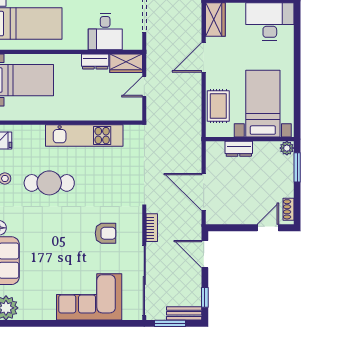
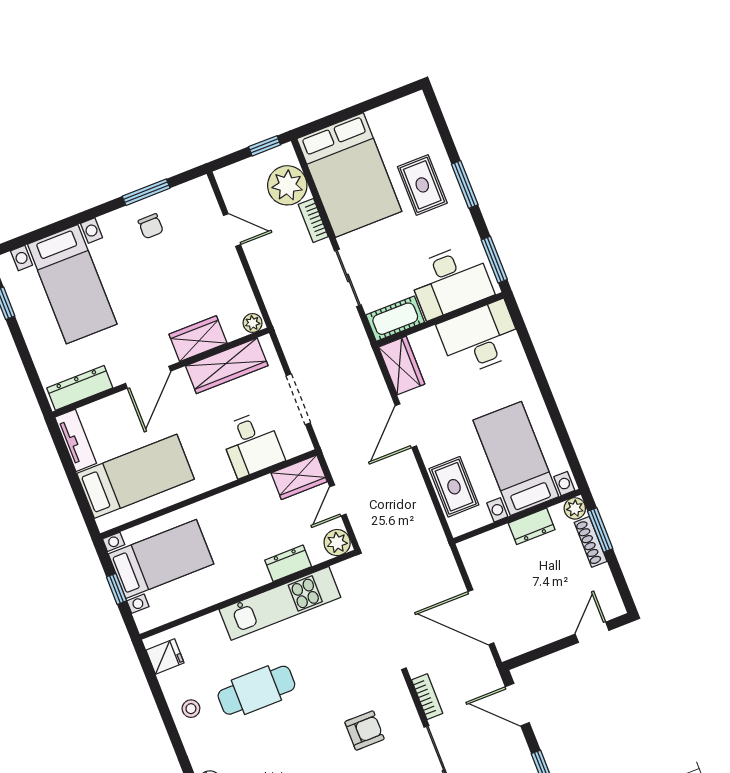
dresser: (95, 61) -> (288, 563), moved, turned 180
plant: (134, 112) -> (337, 543), added
dresser: (239, 149) -> (532, 526), moved
shoe rack: (288, 209) -> (591, 542), moved, width x1.43

